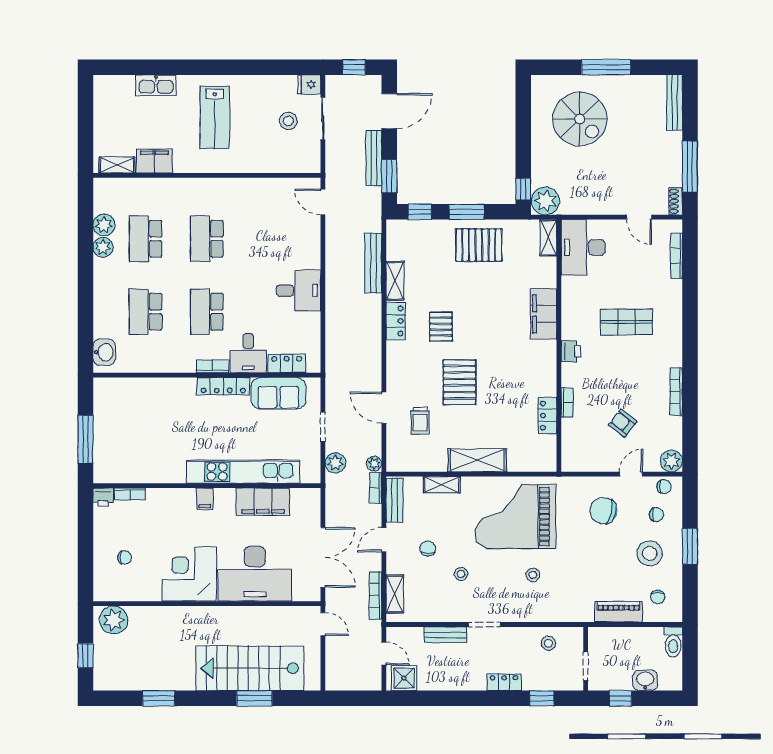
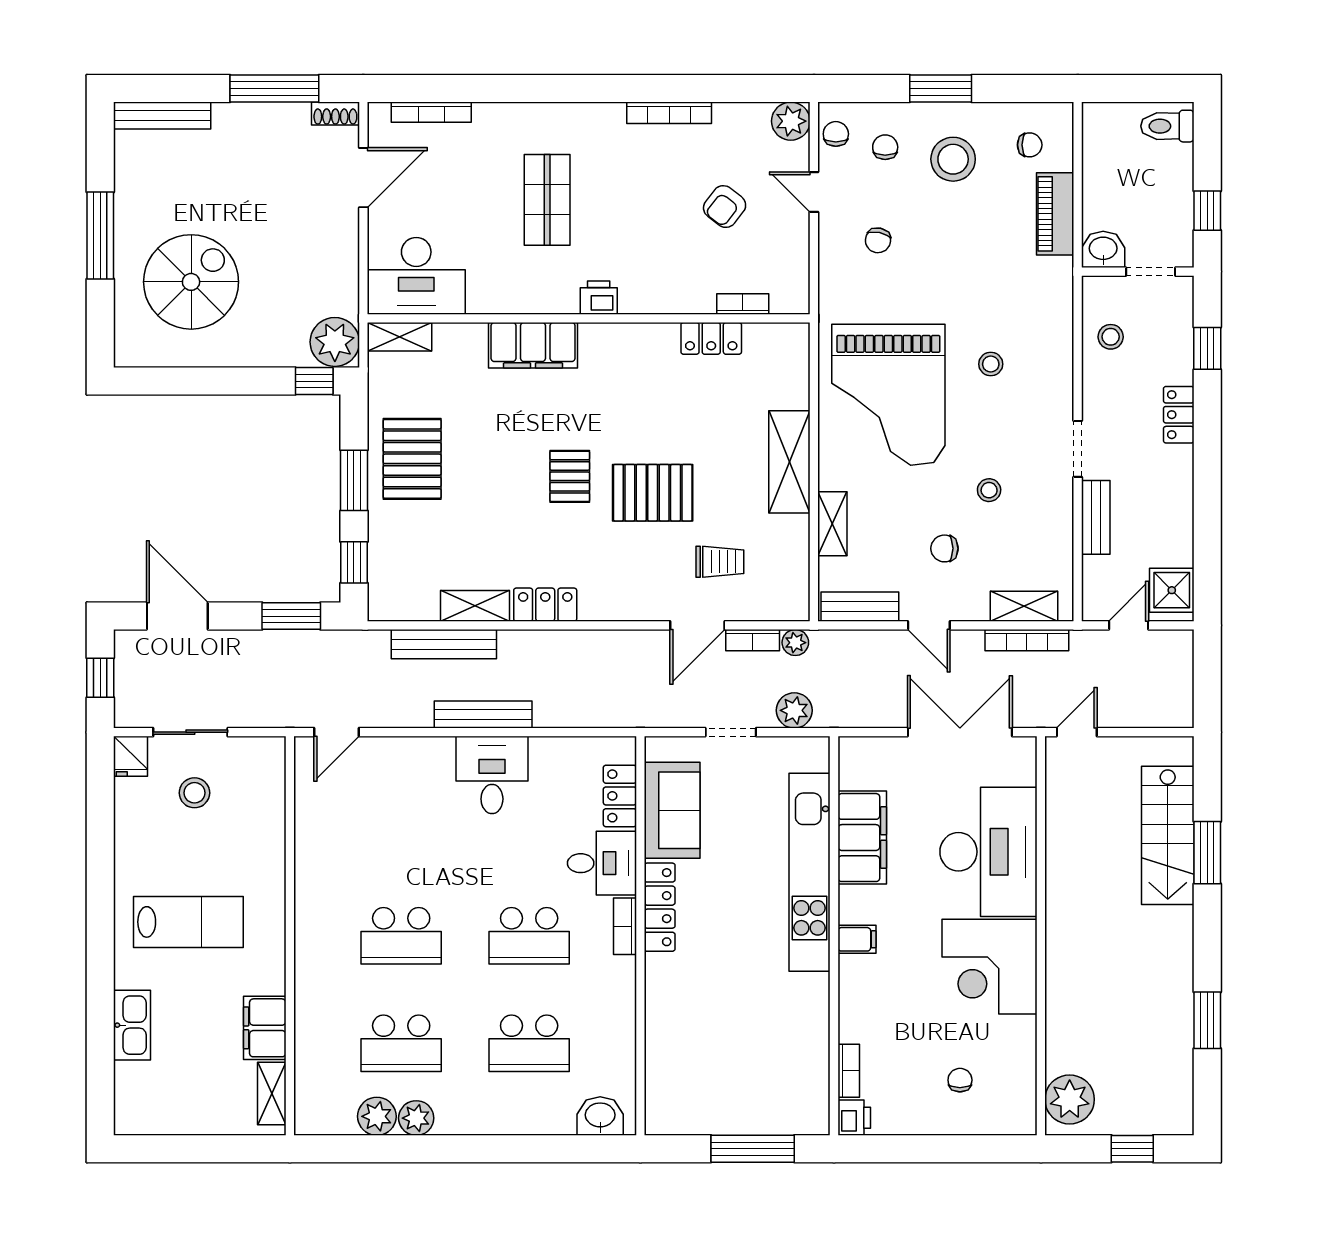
bench: (374, 158) -> (483, 715), moved
door: (639, 217) -> (363, 178), width x1.38
pallet: (441, 327) -> (570, 476), moved, turned 90
bookcase: (567, 402) -> (743, 304), moved
bookcase: (375, 488) -> (753, 640), moved
chair: (603, 511) -> (878, 240), width x0.54, depth x0.54
toilet: (673, 642) -> (1167, 126), moved, turned 180
stairs: (250, 668) -> (1168, 835), width x0.73, depth x0.66
washbasin: (645, 680) -> (1103, 249), moved, turned 90

